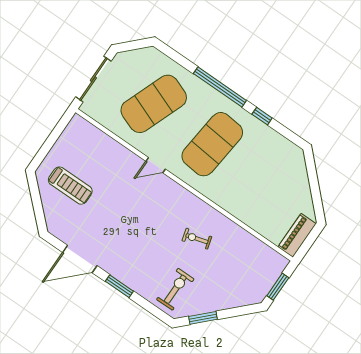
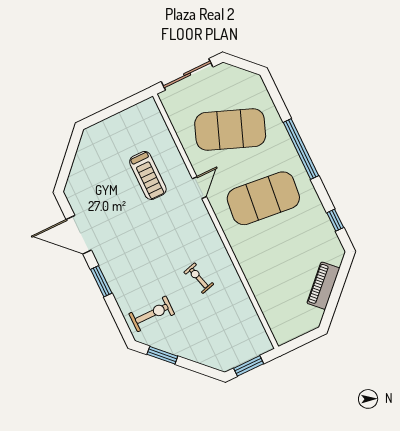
window: (262, 116) -> (335, 220), moved
door: (156, 165) -> (199, 188), swing flipped
treadmill: (70, 186) -> (148, 175), moved
piano: (297, 235) -> (323, 286), moved, turned -45

